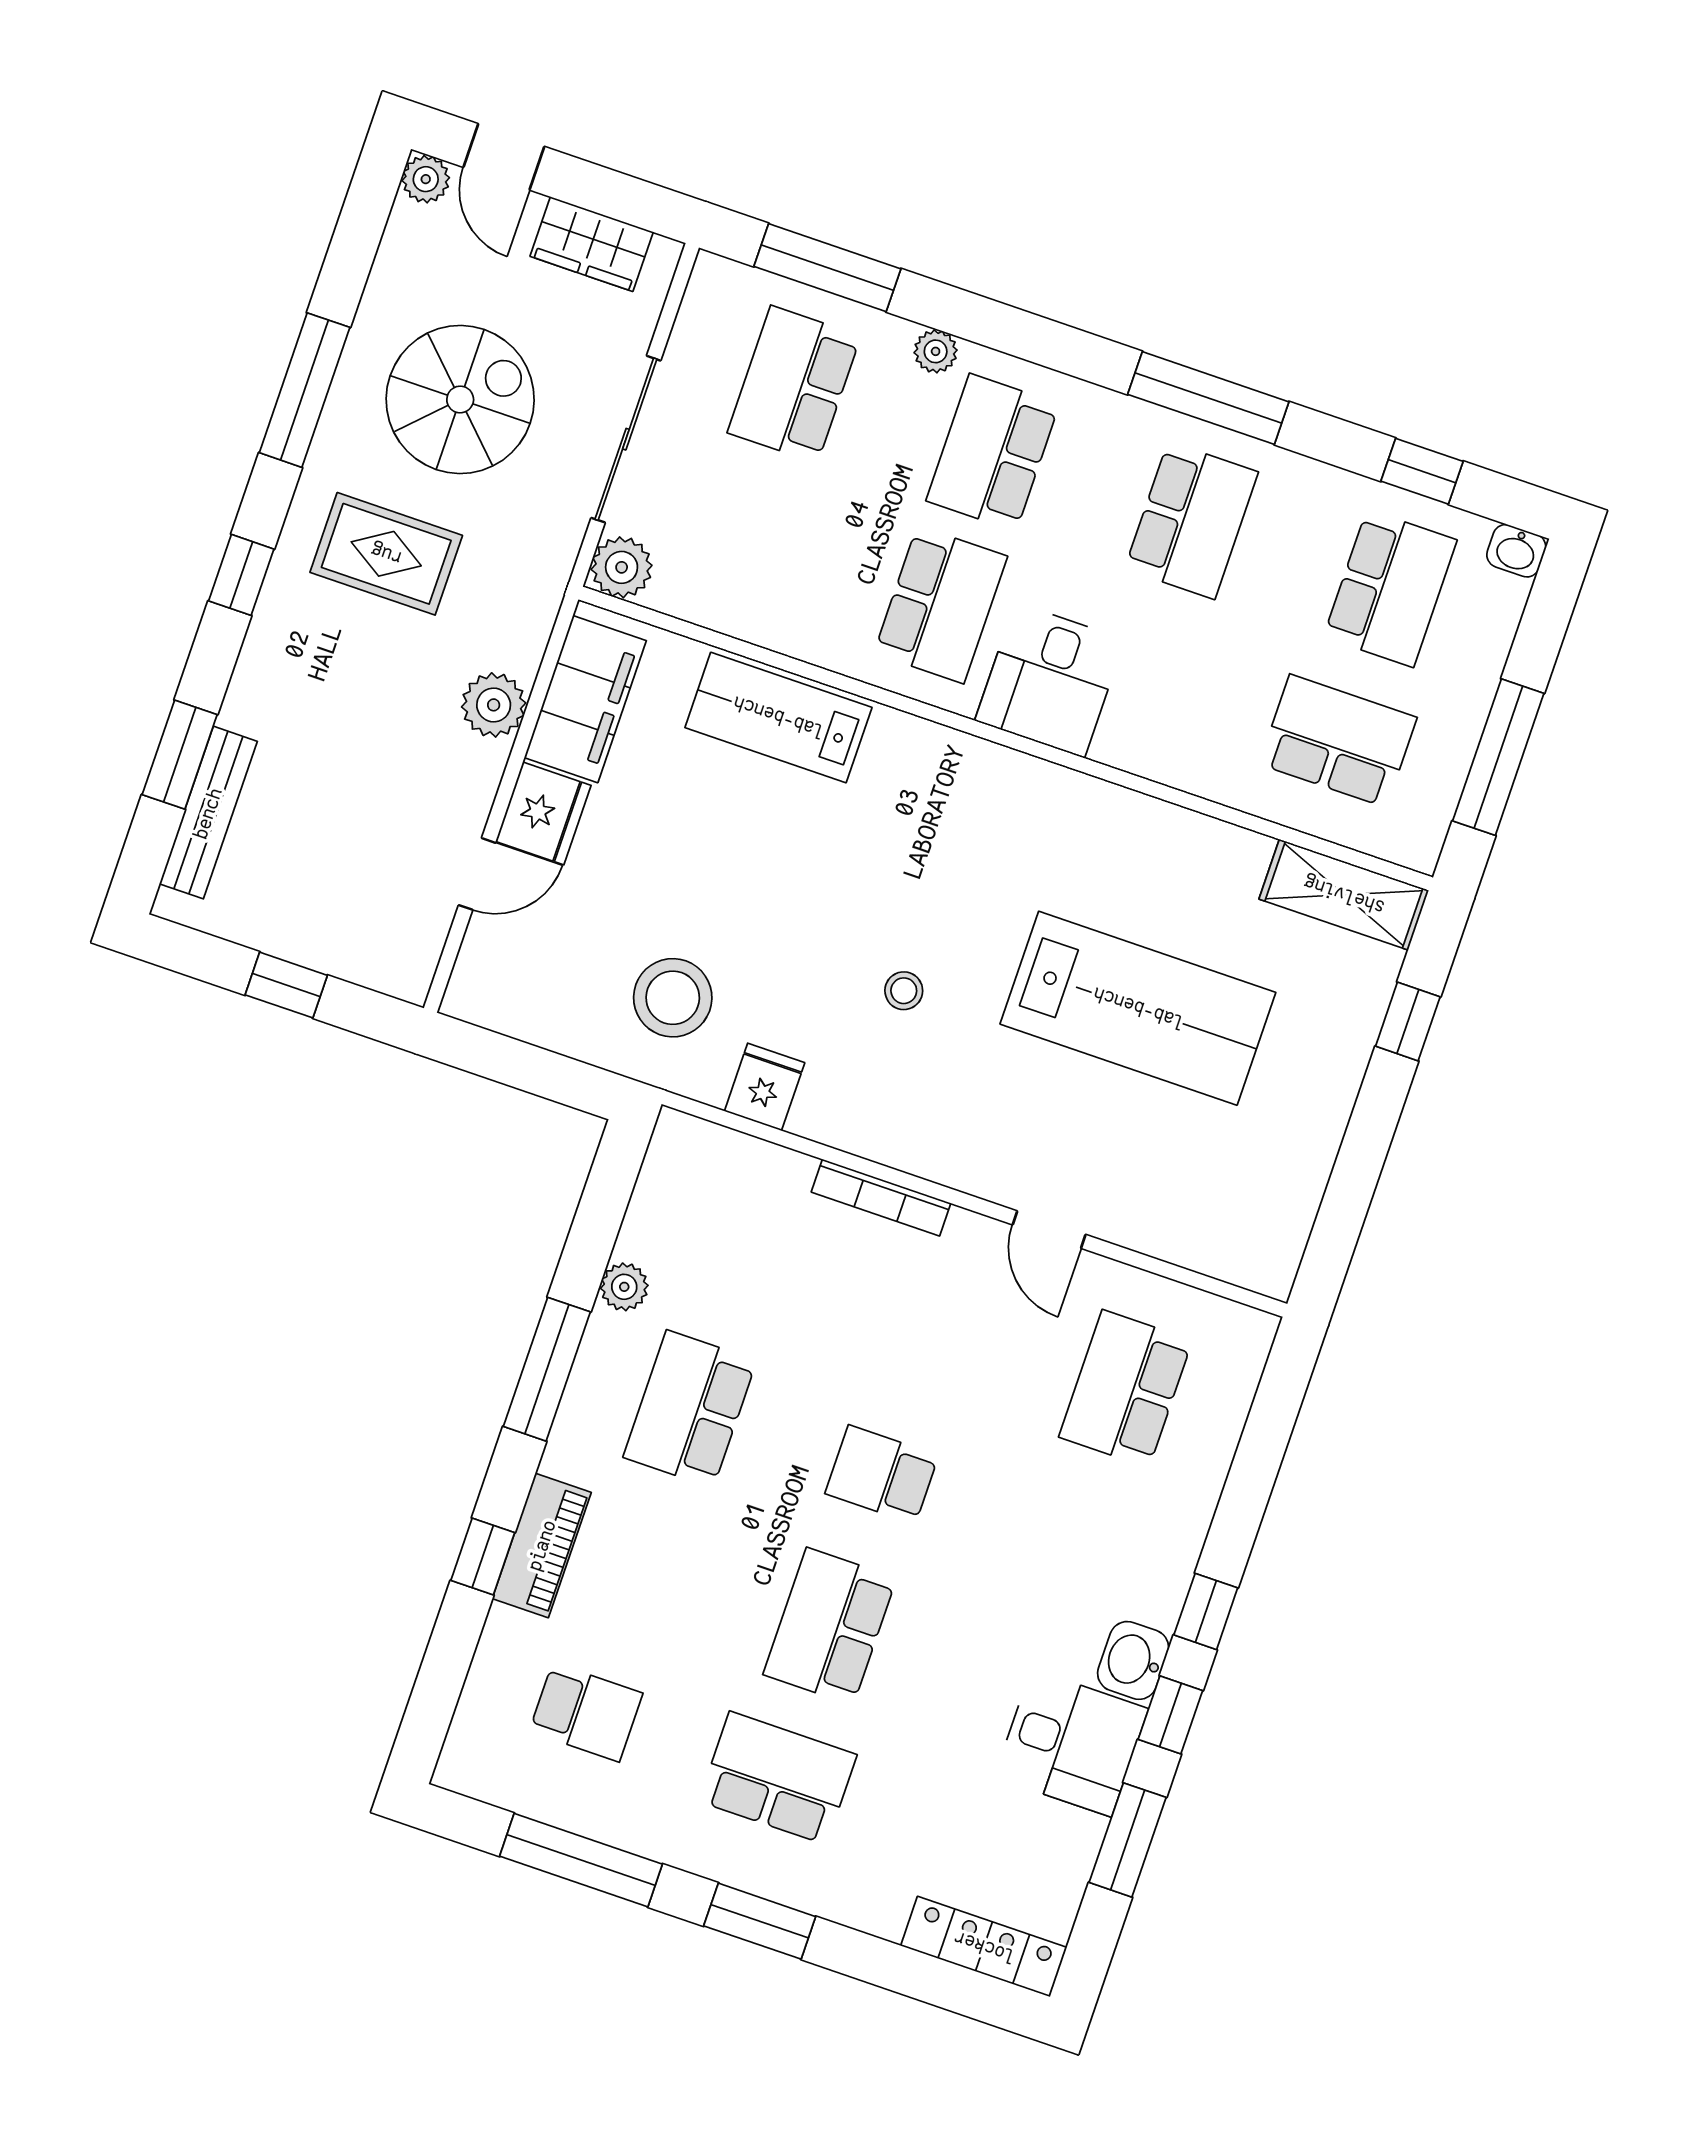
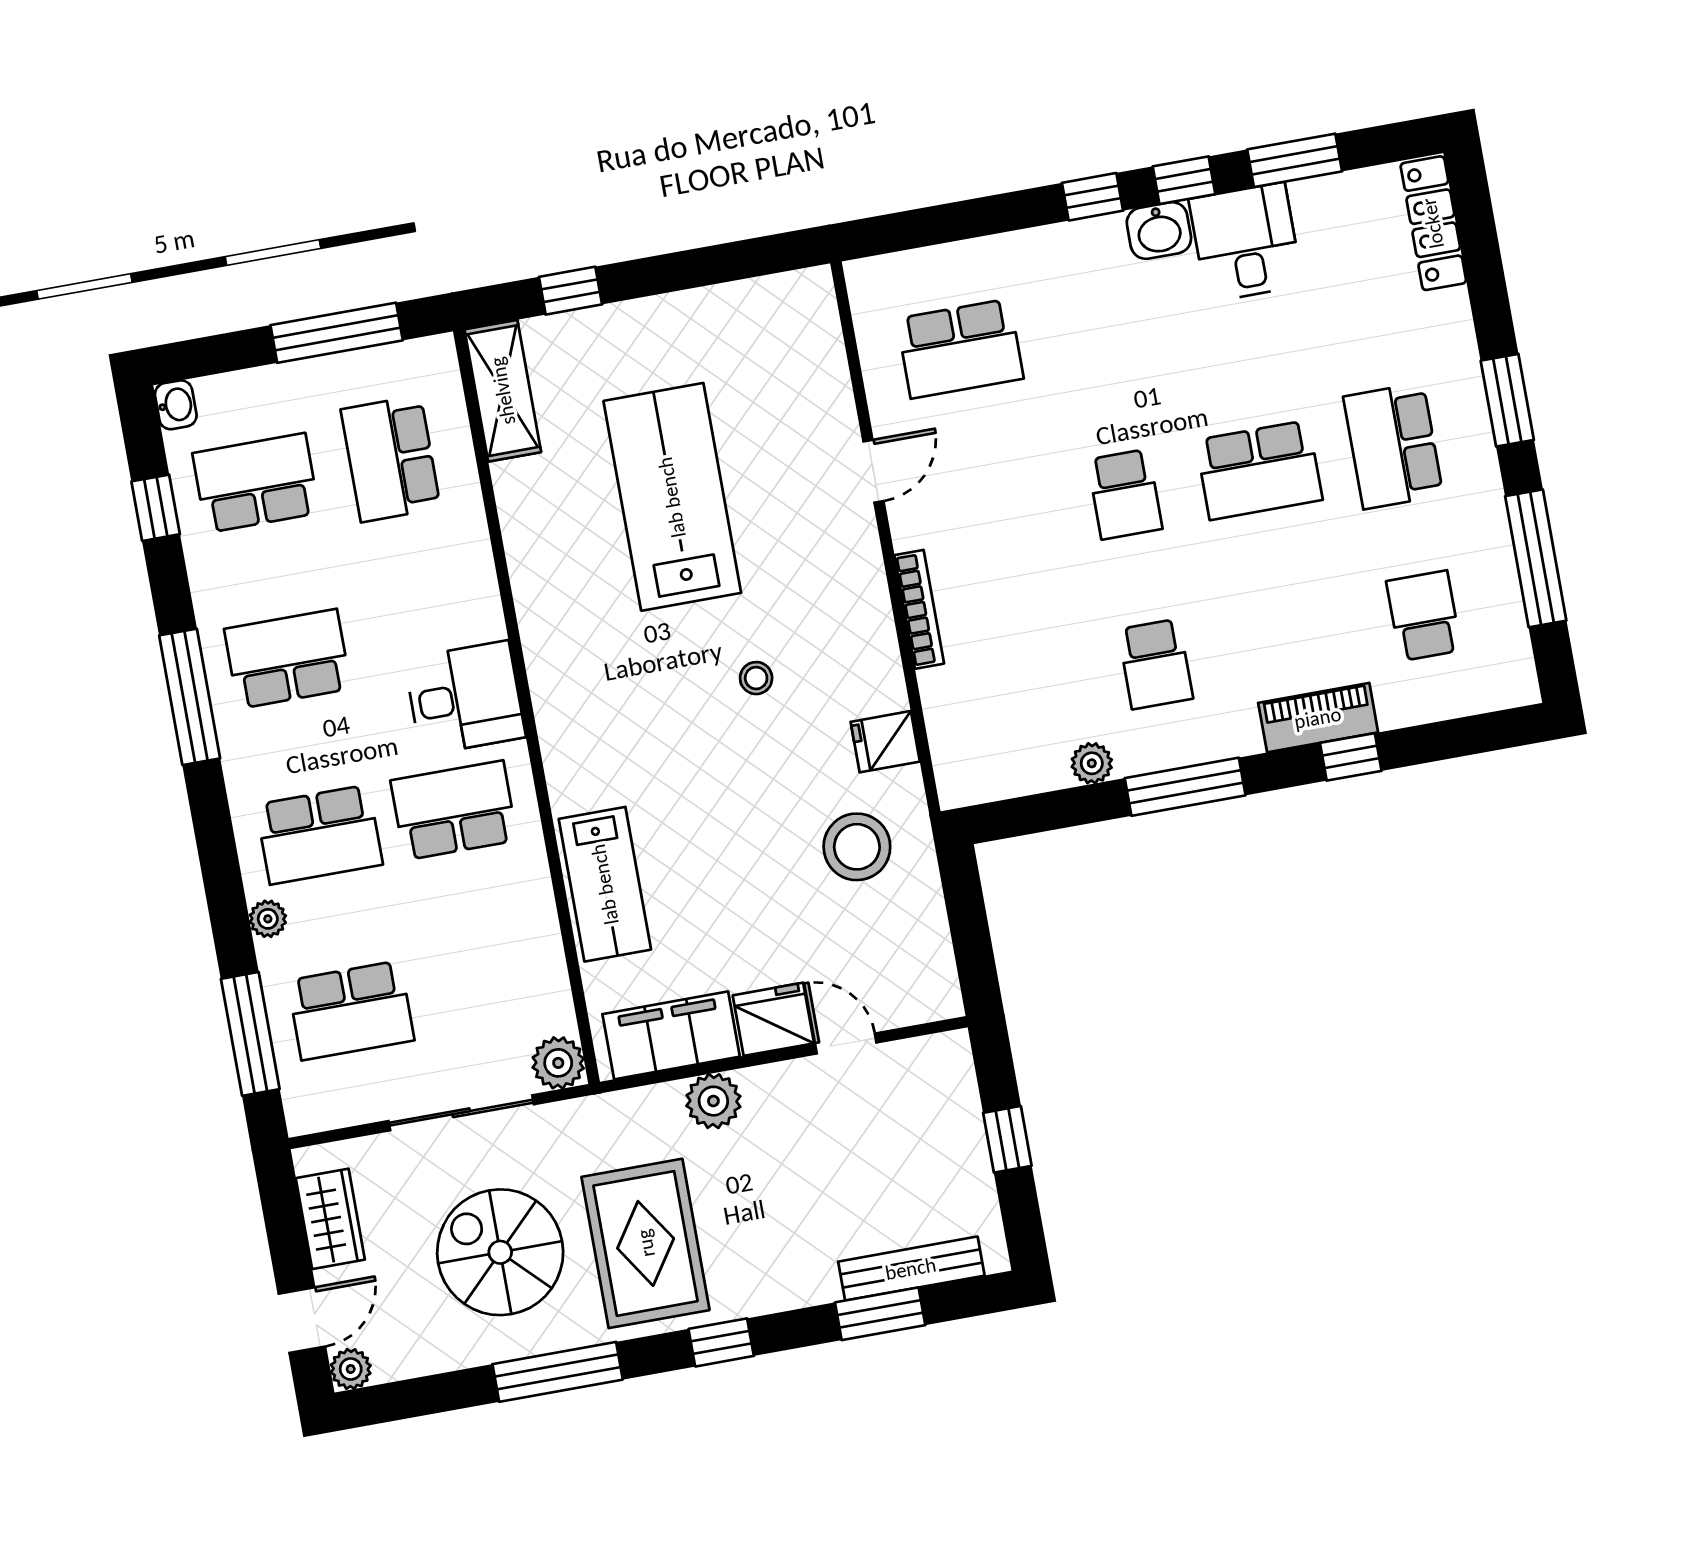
rug: (386, 554) -> (646, 1243), width x1.36, depth x1.43
school desk: (690, 1409) -> (1155, 664), width x0.54

